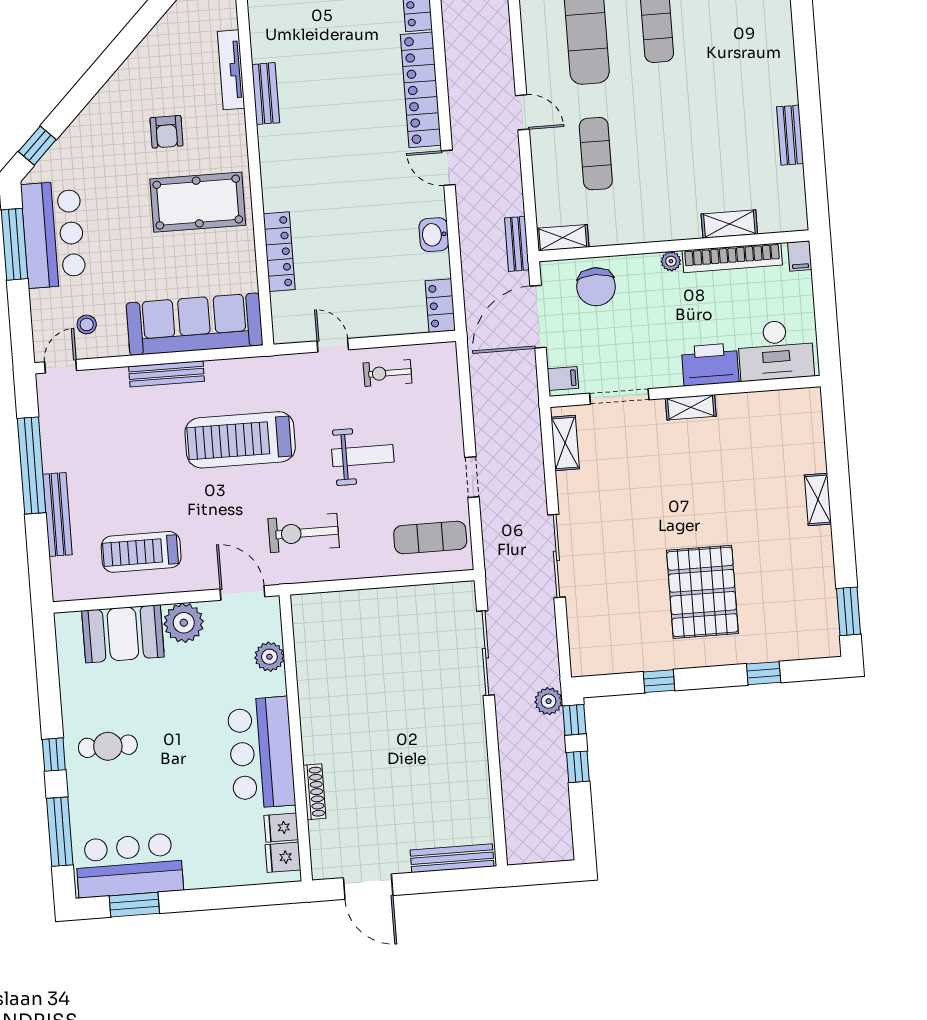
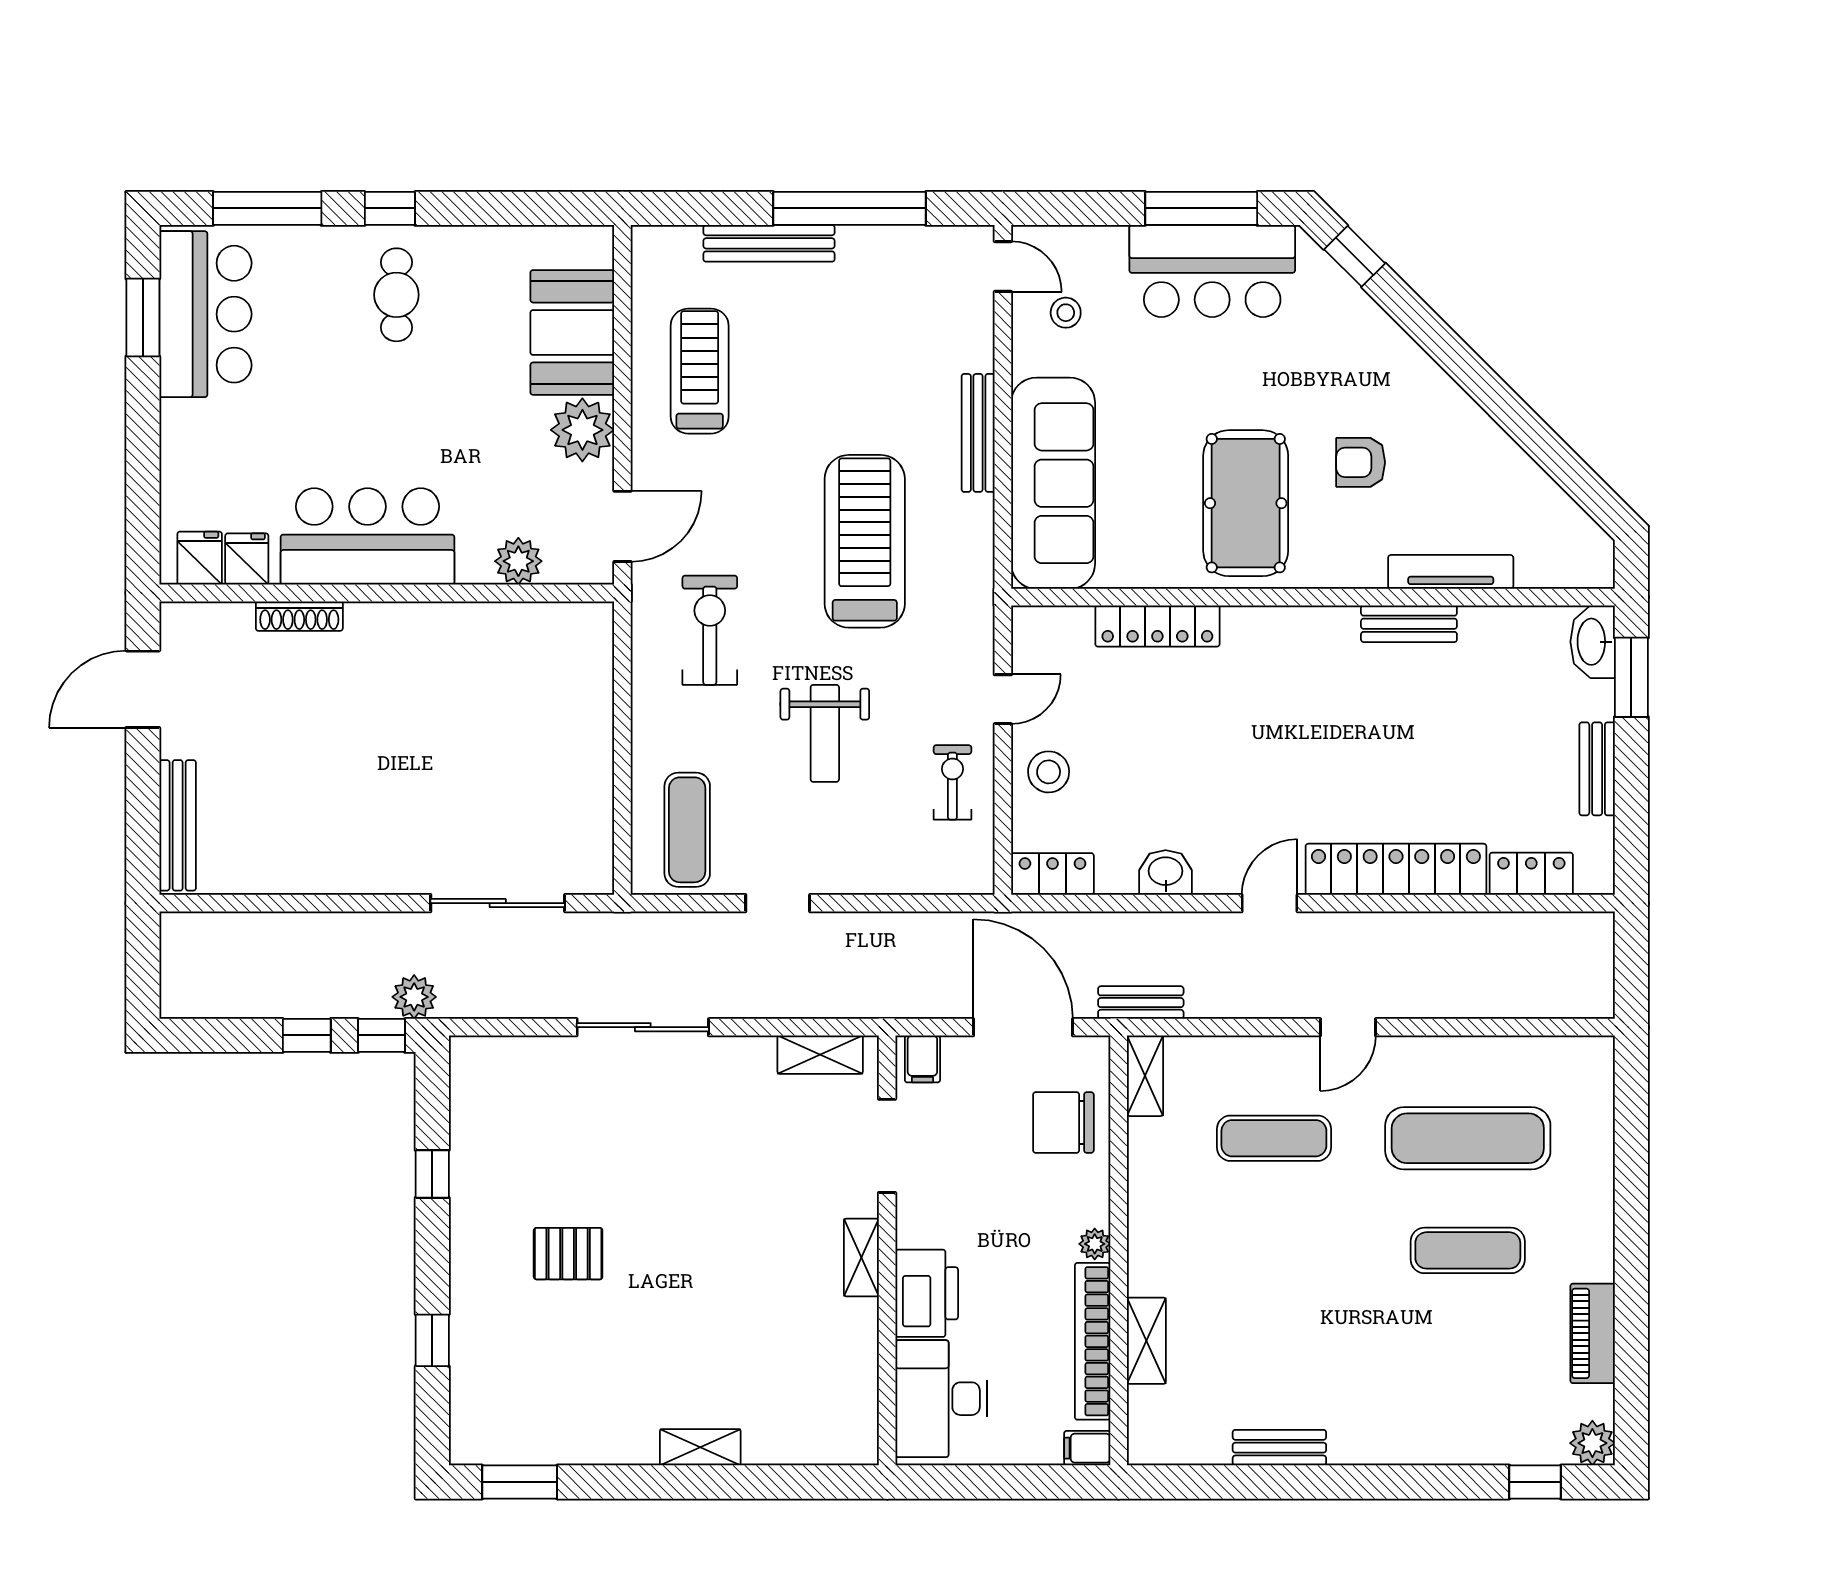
stool: (376, 313) -> (1049, 772), added
pallet: (702, 592) -> (568, 1254), width x0.49, depth x0.50

